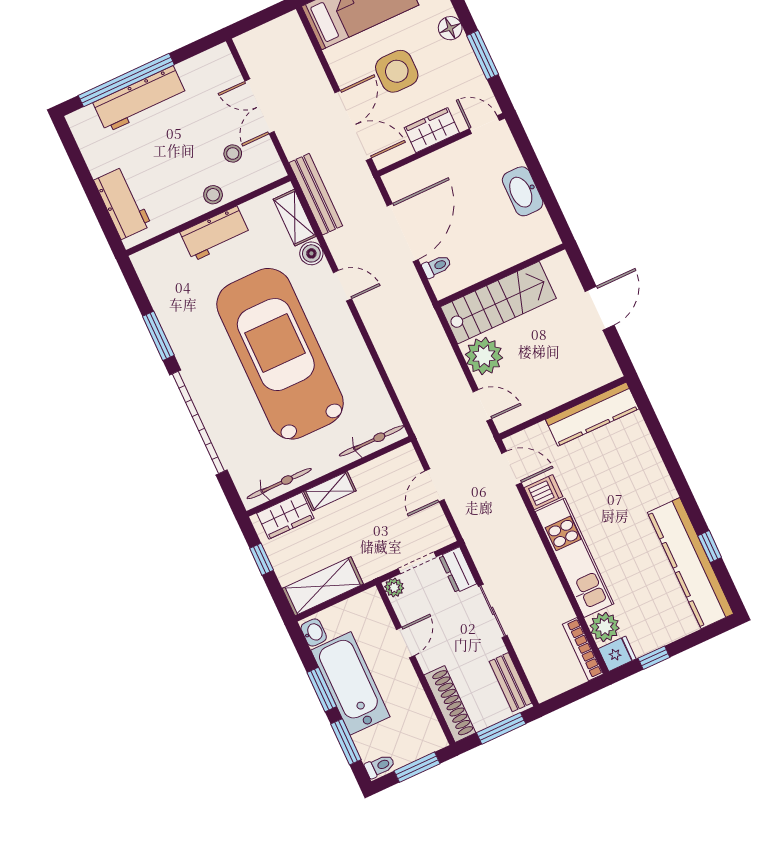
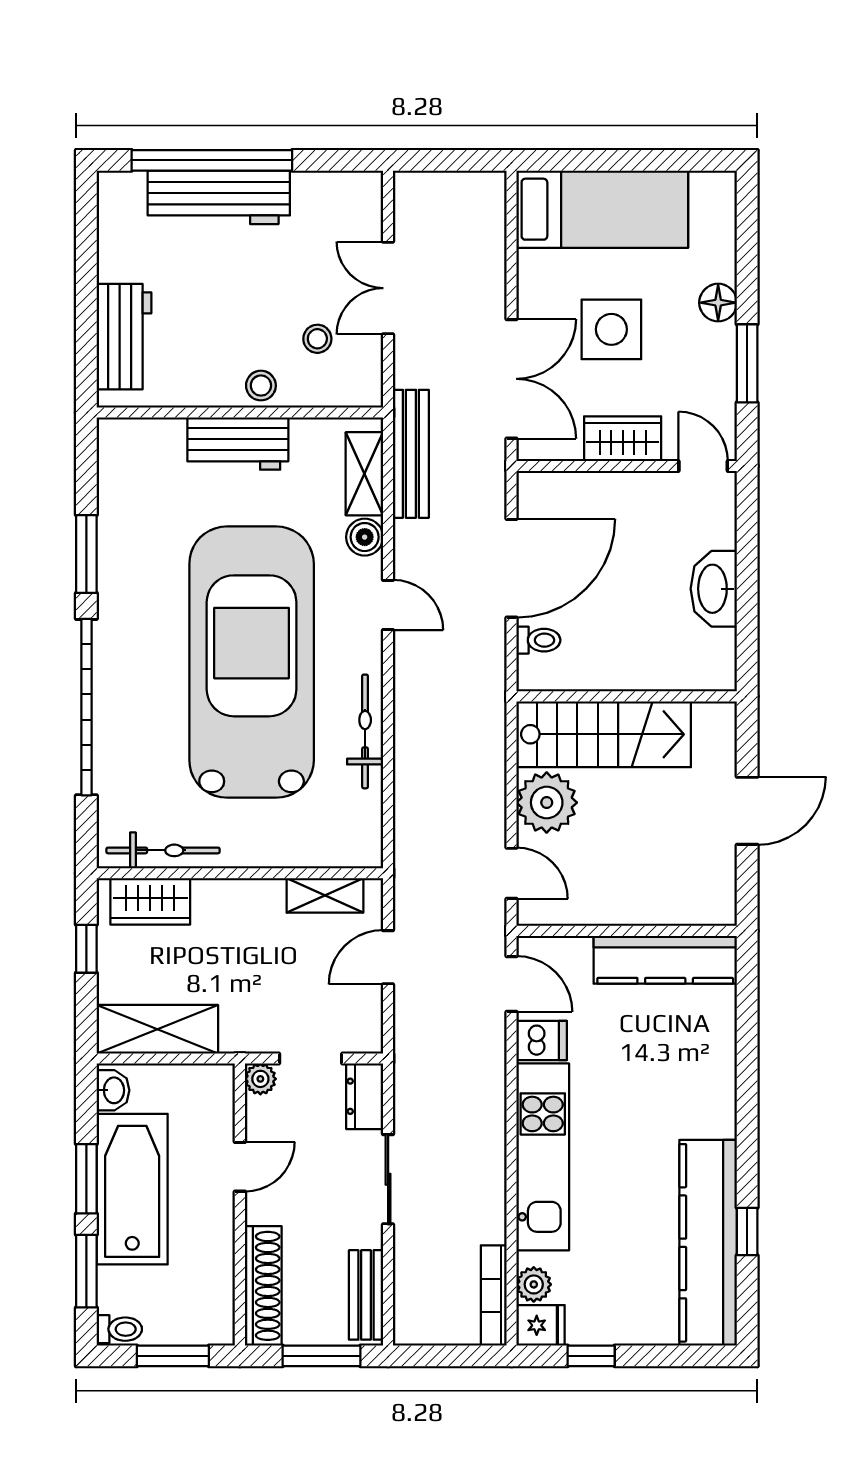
bicycle: (372, 441) -> (365, 731), moved, turned -90
shelving: (330, 491) -> (325, 895), moved
plant: (605, 627) -> (534, 1284), width x0.73, depth x0.73

